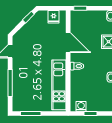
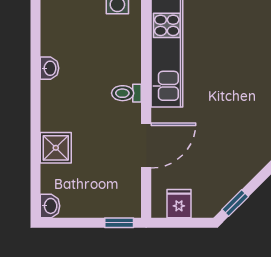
door: (68, 43) -> (146, 146), swing flipped

